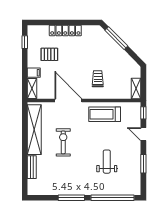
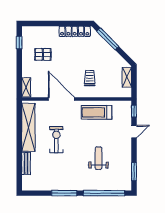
locker: (65, 31) -> (75, 31), moved
filing cabinet: (34, 73) -> (28, 72), removed
shelving: (136, 88) -> (127, 77), moved
door: (143, 134) -> (134, 132), swing flipped
window: (143, 164) -> (134, 172), moved

